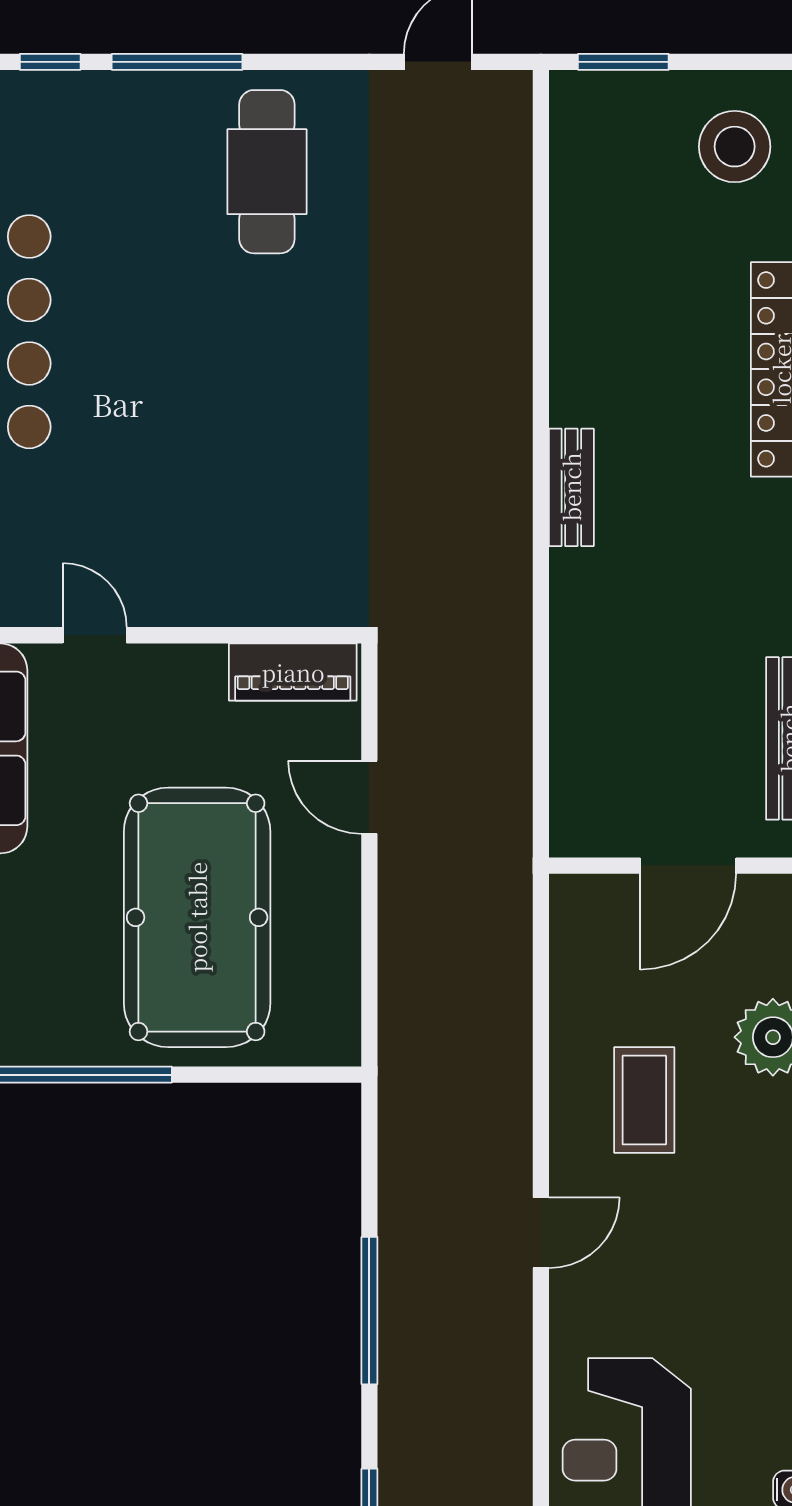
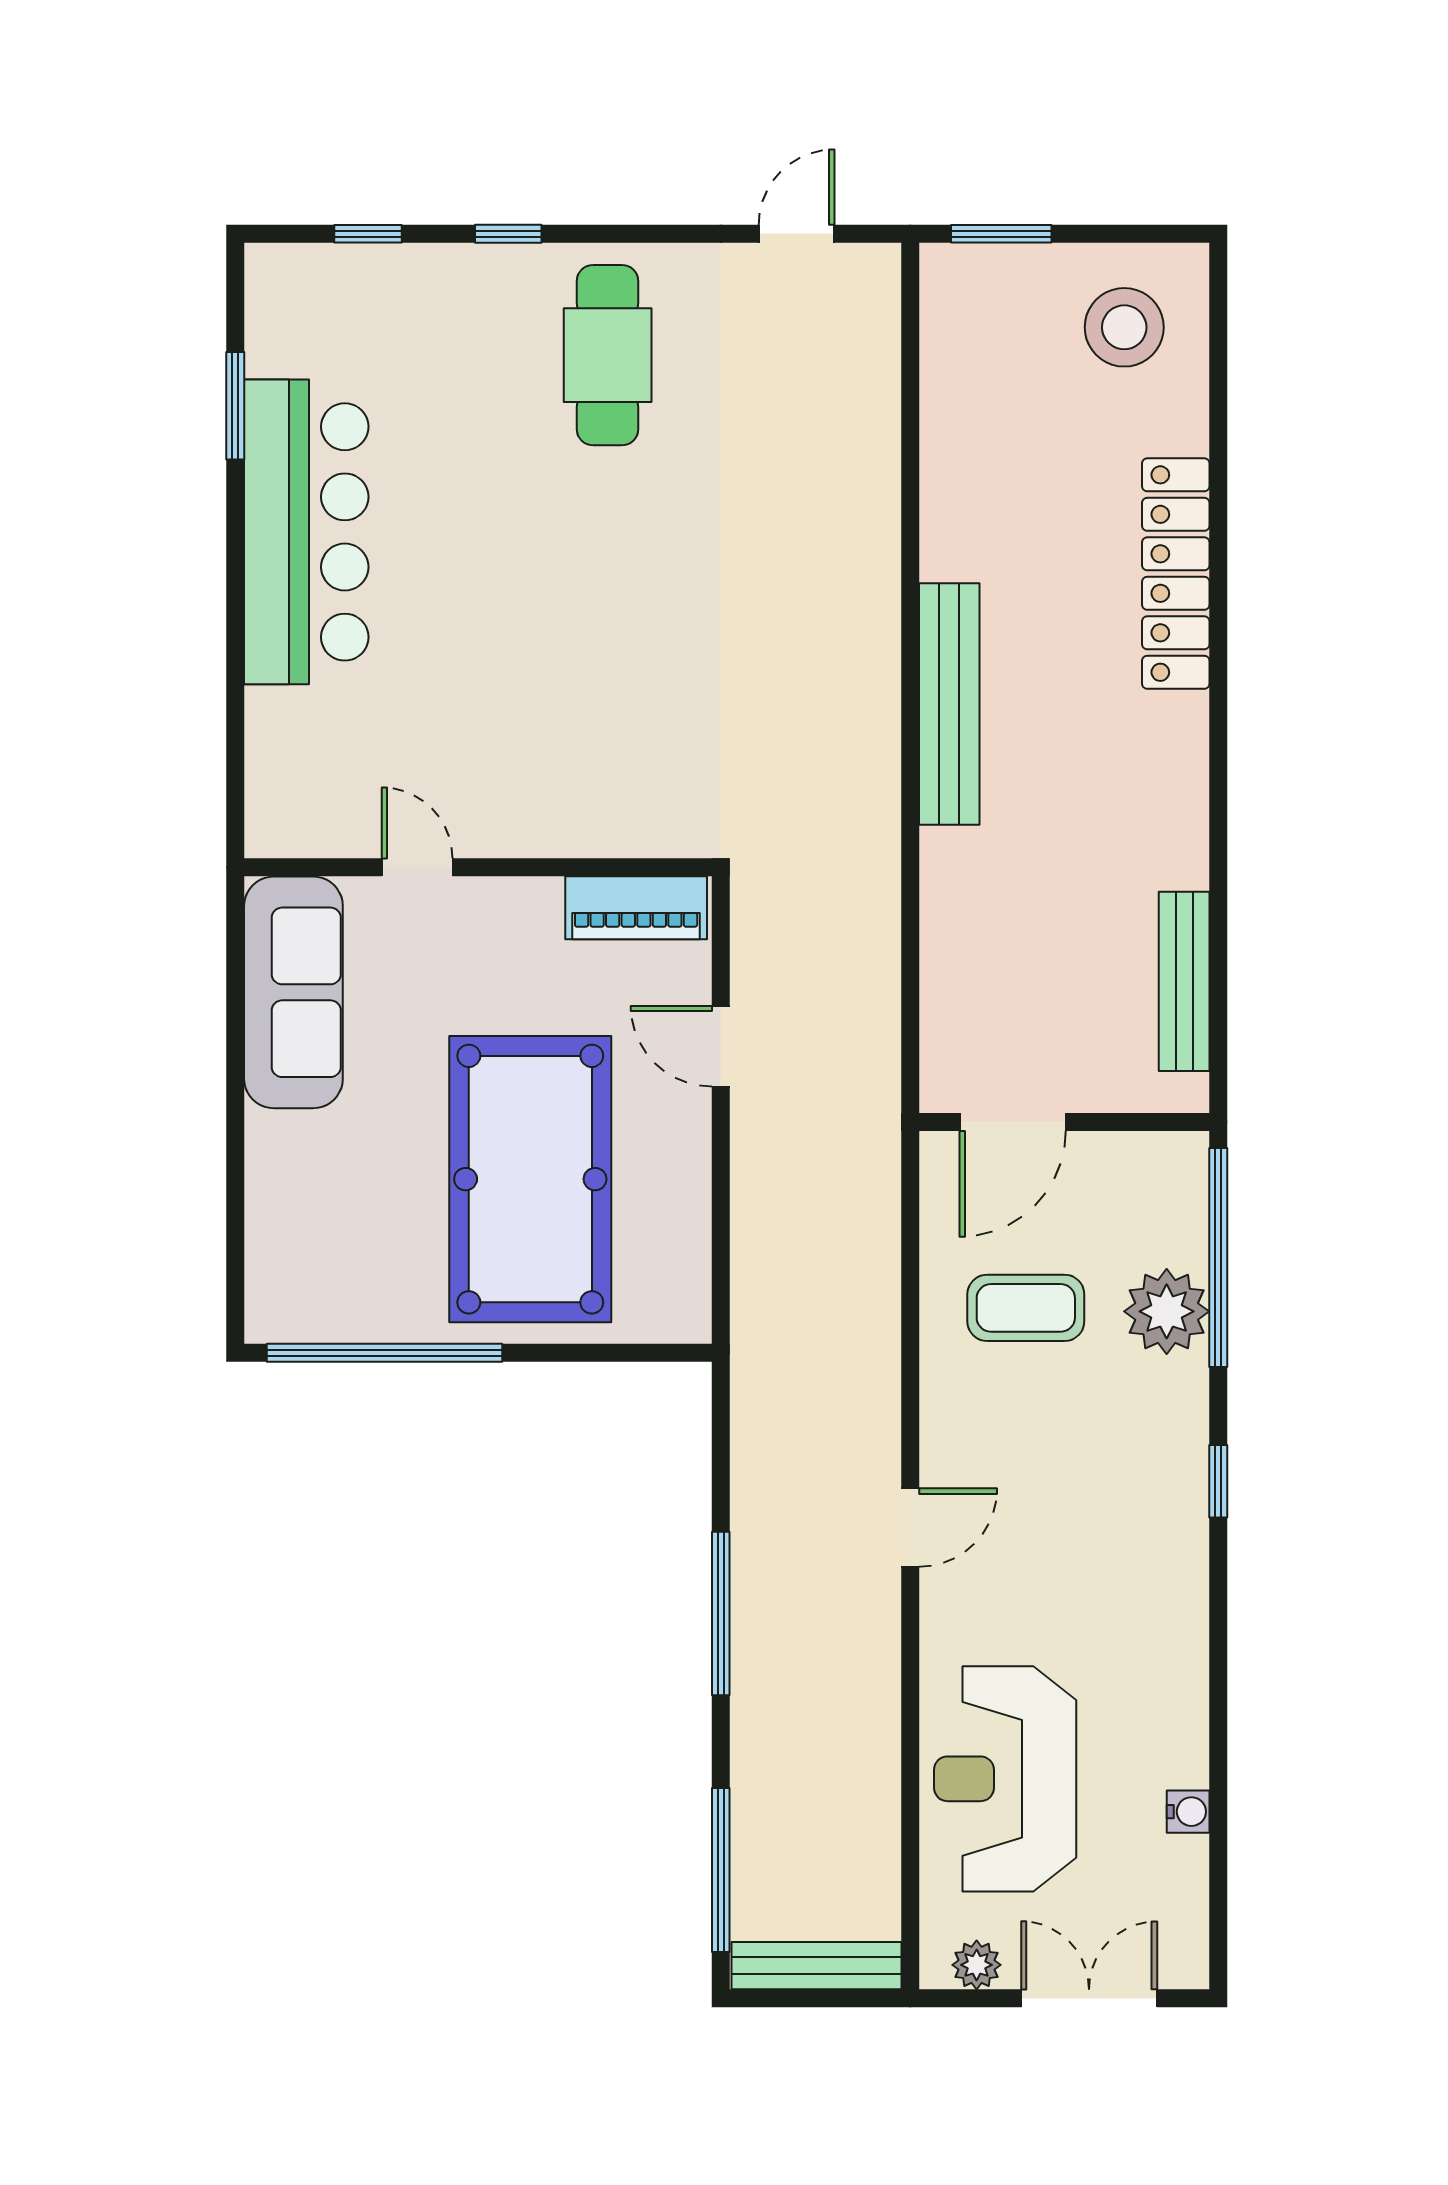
window: (177, 62) -> (508, 234), width x0.46
bench: (571, 487) -> (949, 704), width x1.86, depth x1.21
door: (688, 866) -> (1013, 1122), moved
coffee table: (644, 1100) -> (1026, 1308), moved, turned 90

